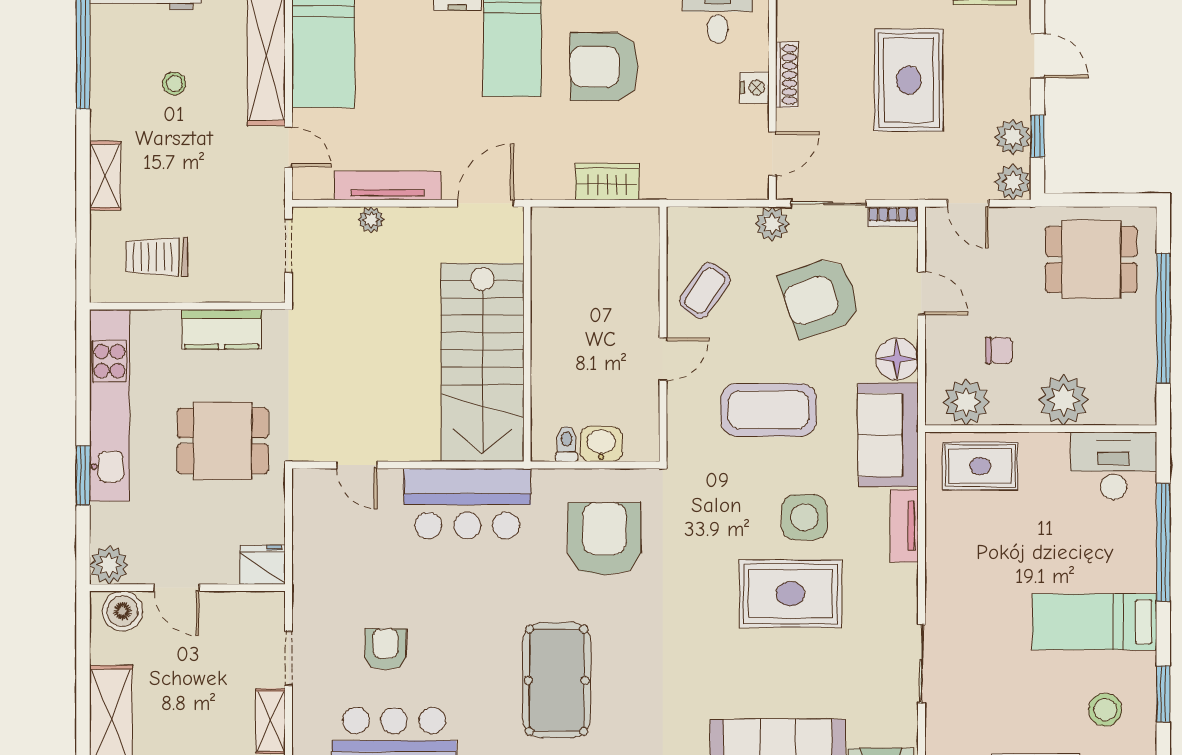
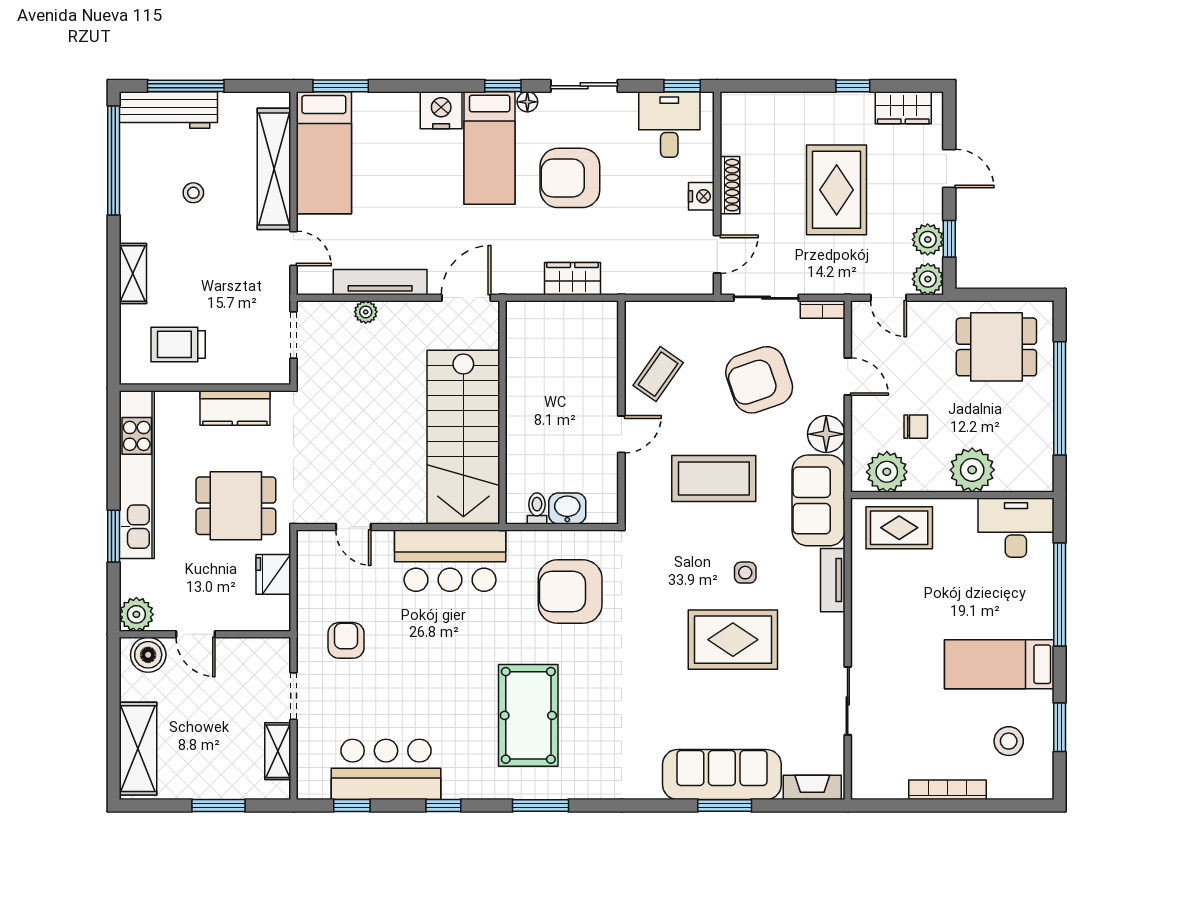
plant: (772, 224) -> (717, 316), removed
side table: (804, 517) -> (745, 573), width x0.54, depth x0.54
armchair: (604, 539) -> (570, 592), turned -90
fridge: (262, 565) -> (273, 574), moved, turned -90
armchair: (386, 649) -> (346, 640), moved

